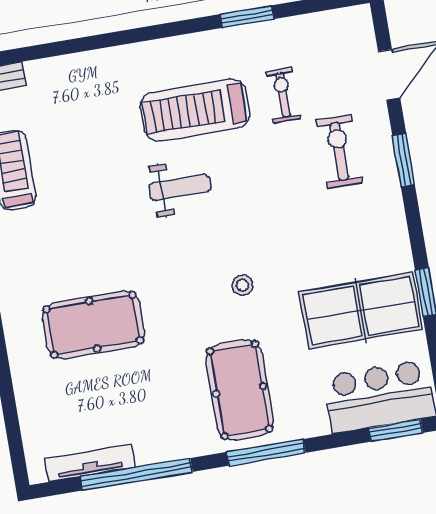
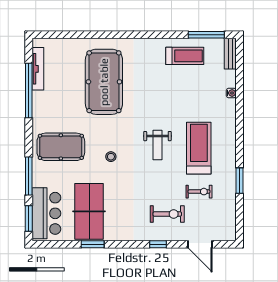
water cooler: (72, 63) -> (231, 93), added
window: (403, 160) -> (158, 244), width x0.67
weight bench: (180, 187) -> (157, 145), moved
pool table: (93, 325) -> (104, 82), width x1.36, depth x1.32
window: (266, 452) -> (29, 176), moved

